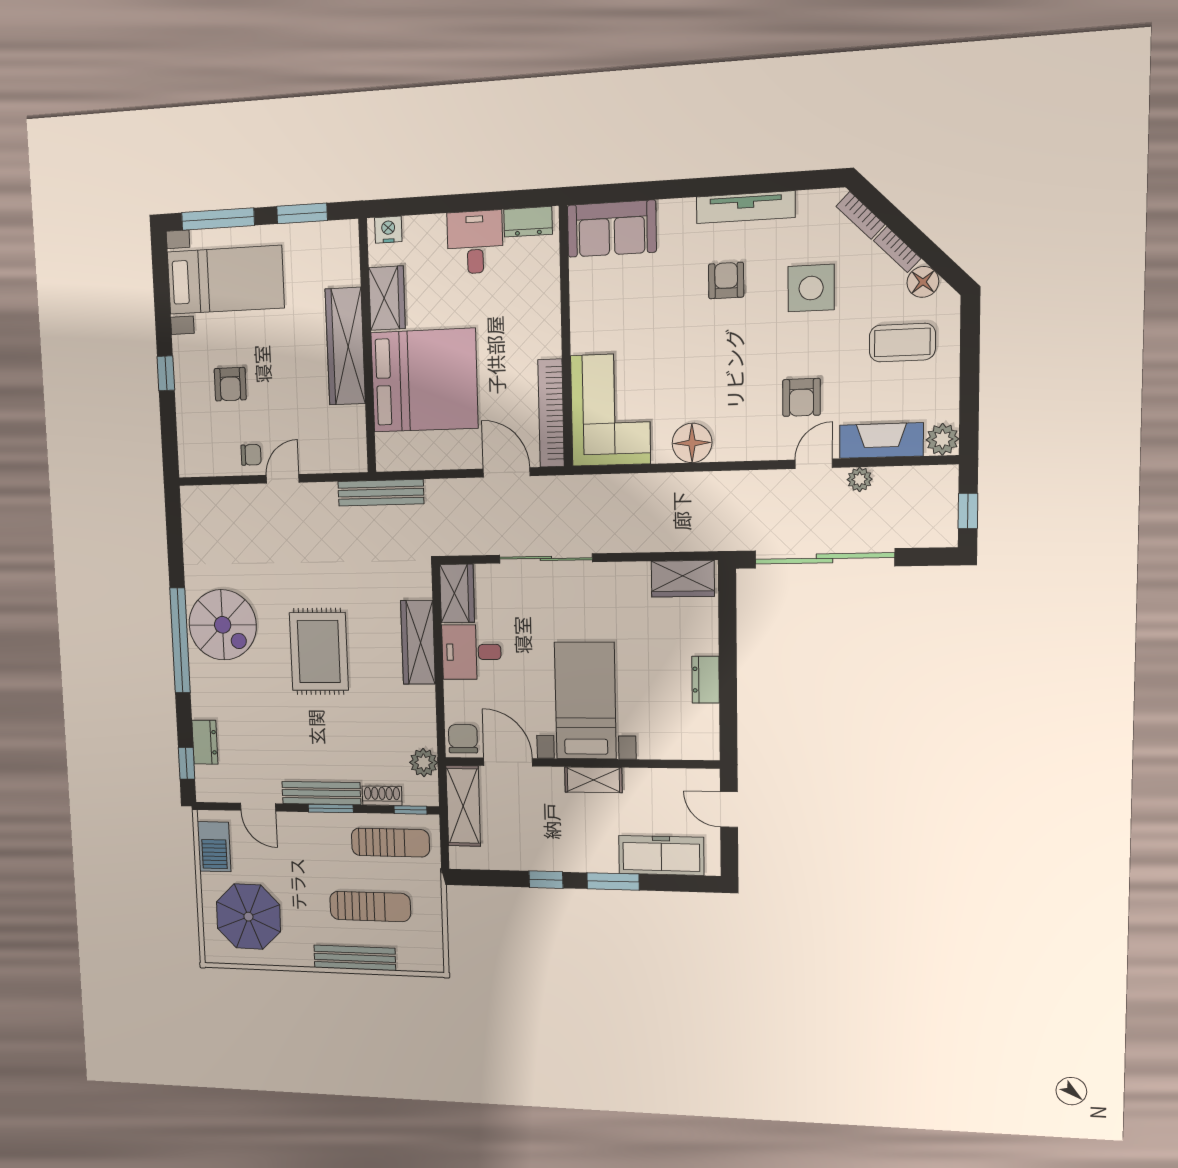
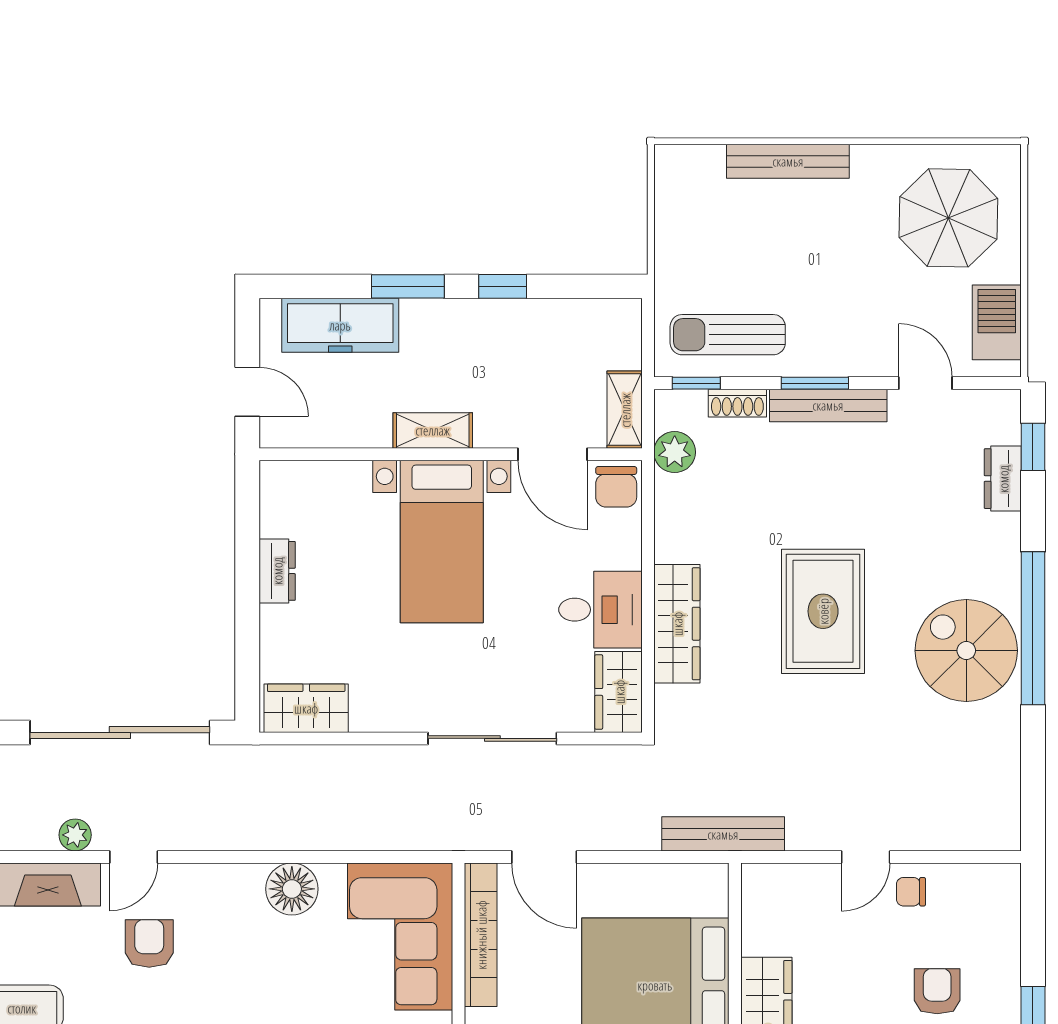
shelving: (463, 806) -> (625, 410), width x0.67, depth x0.75
sun lounger: (370, 906) -> (761, 239), removed

